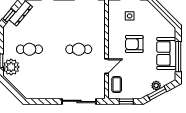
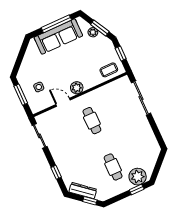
armchair: (134, 44) -> (63, 71), removed
plant: (114, 49) -> (77, 88), added
sofa: (166, 53) -> (58, 37), width x1.36
door: (107, 66) -> (63, 102), moved

